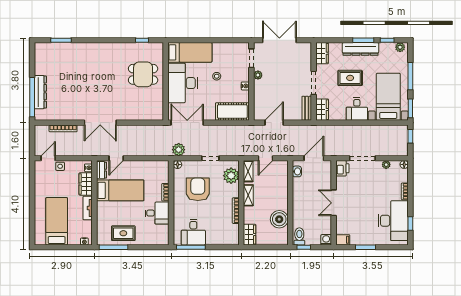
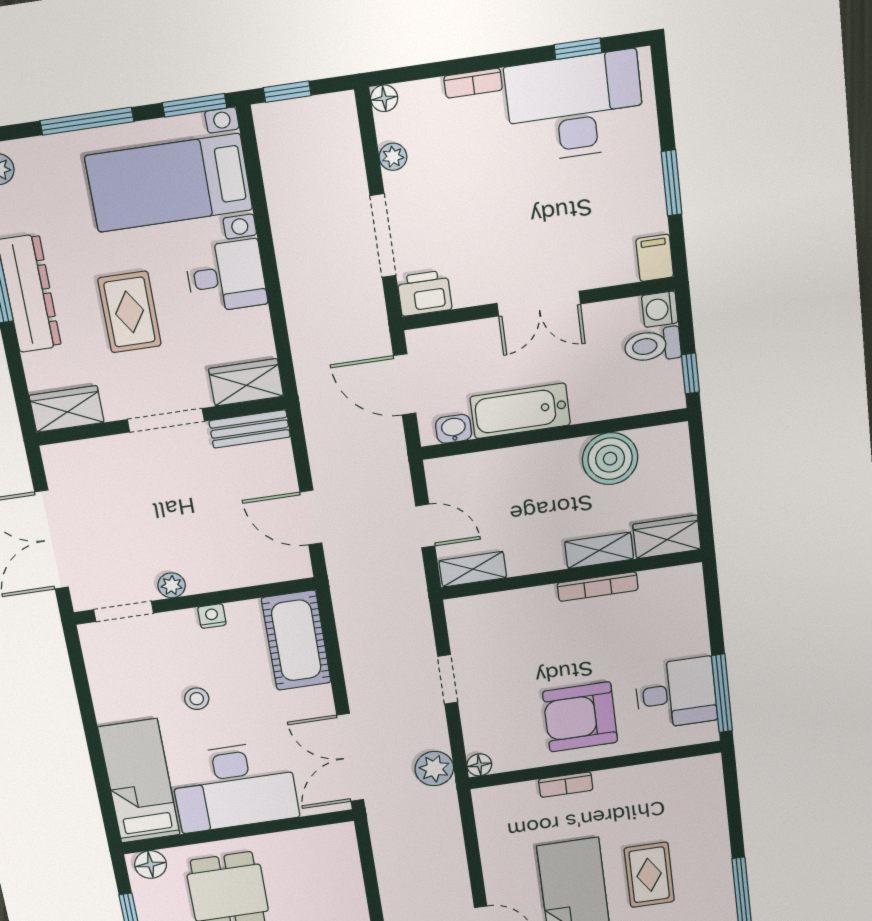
floor lamp: (158, 51) -> (151, 865), added
plant: (231, 176) -> (493, 615), removed
armchair: (198, 189) -> (580, 717), moved
bathtub: (300, 193) -> (520, 411), added
shelving: (248, 195) -> (599, 550), moved
desk: (157, 213) -> (630, 798), removed
rug: (123, 233) -> (649, 875), moved
toilet: (299, 236) -> (653, 345), moved

